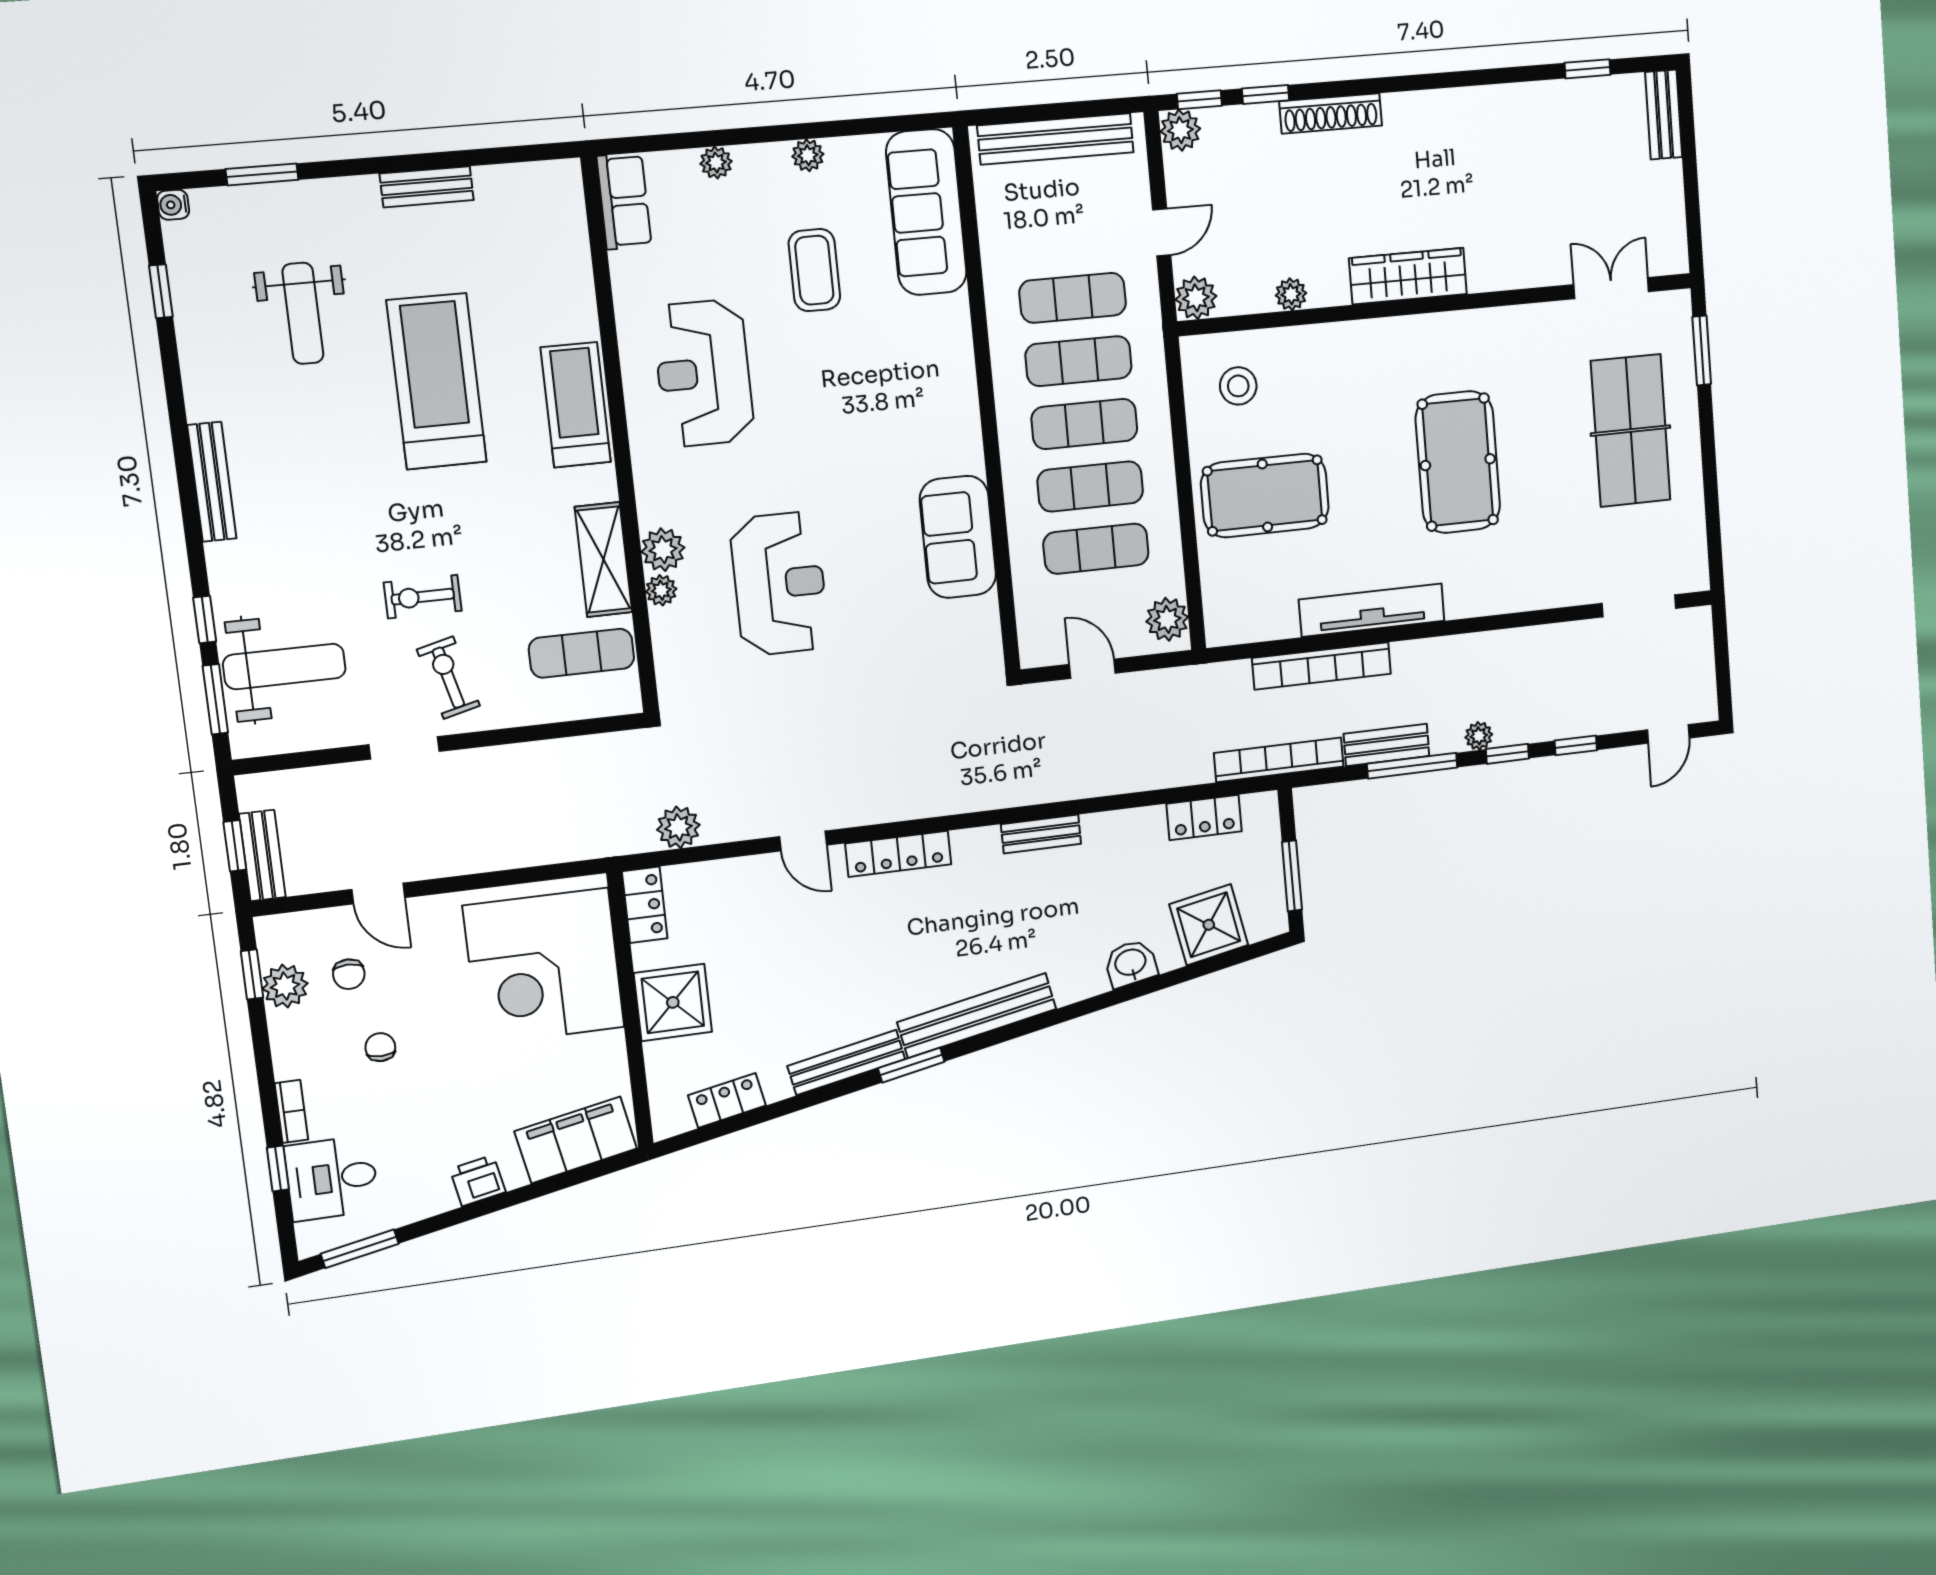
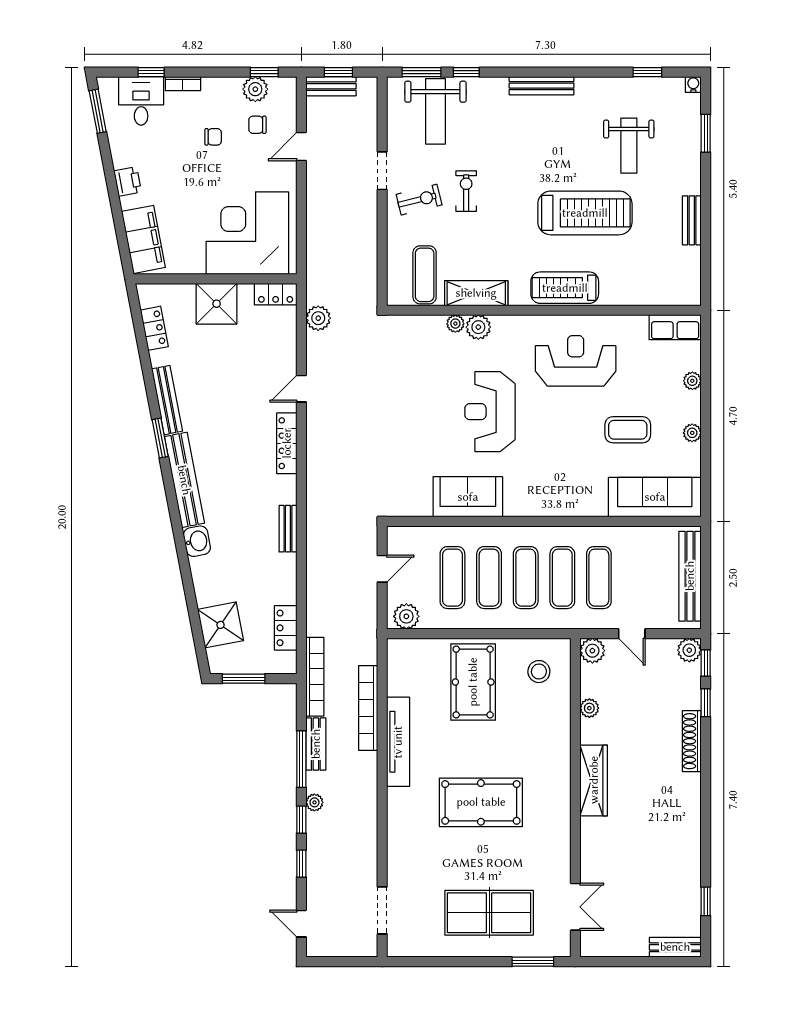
weight bench: (303, 313) -> (629, 146), turned -90
treadmill: (576, 405) -> (565, 288), turned 180
reception desk: (780, 584) -> (490, 412), moved, turned 90
washbasin: (1131, 963) -> (197, 541), moved

